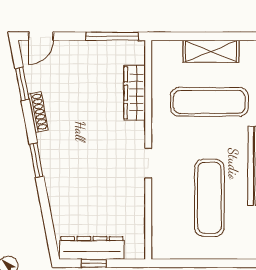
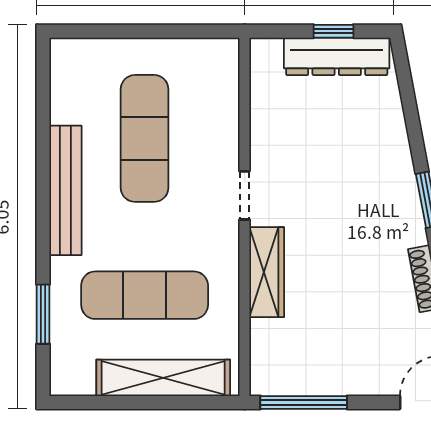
shelving: (211, 51) -> (163, 378), width x1.47
wardrobe: (135, 93) -> (267, 272), moved

